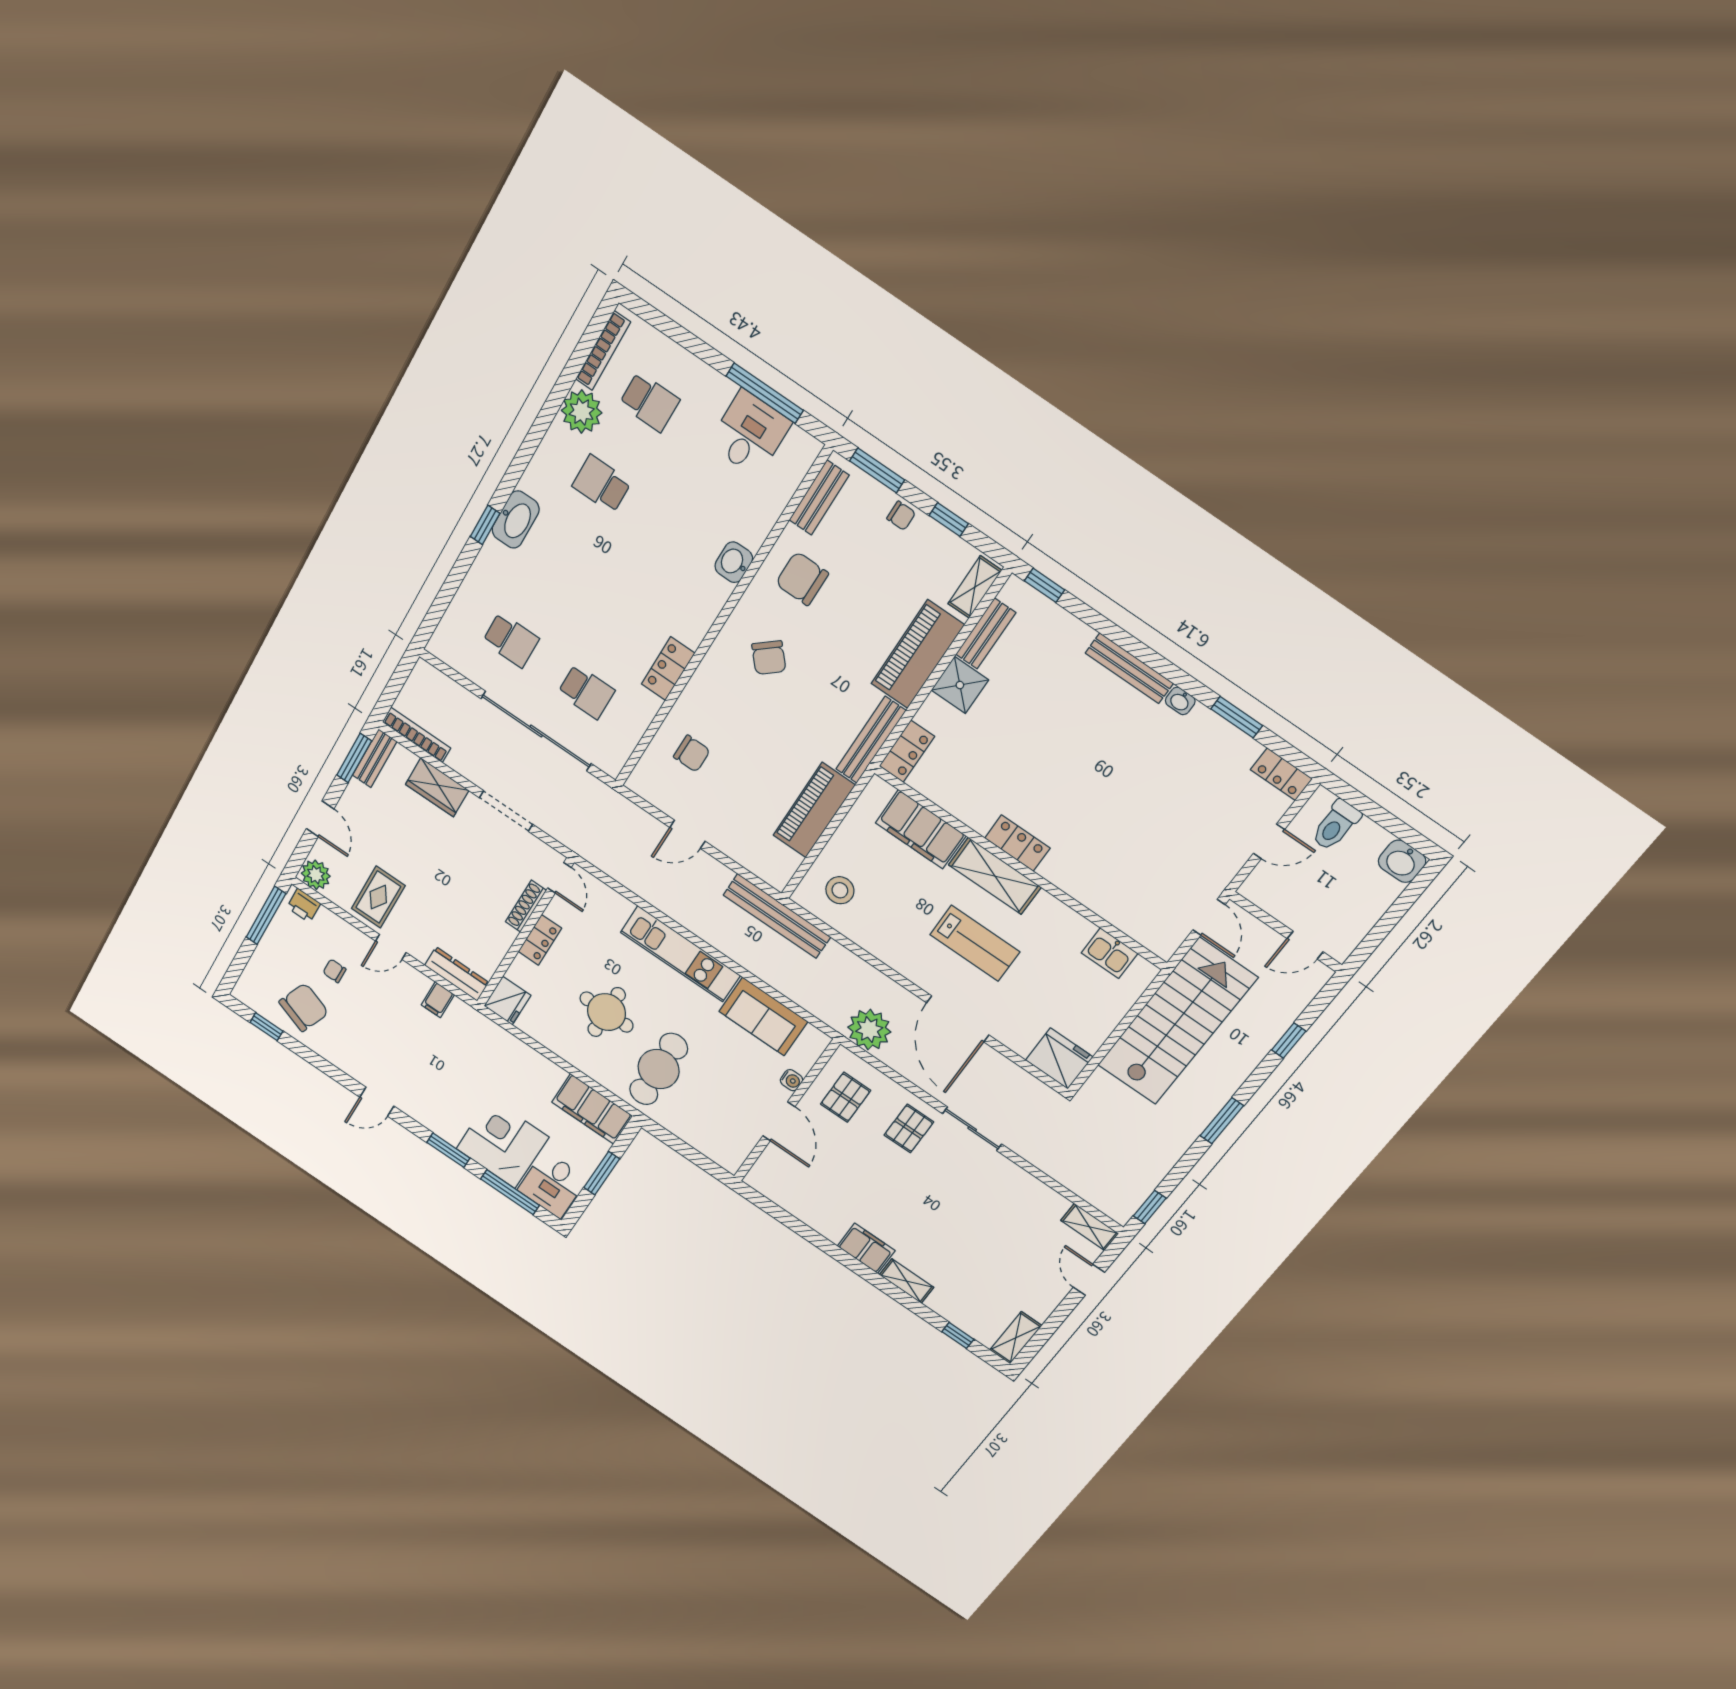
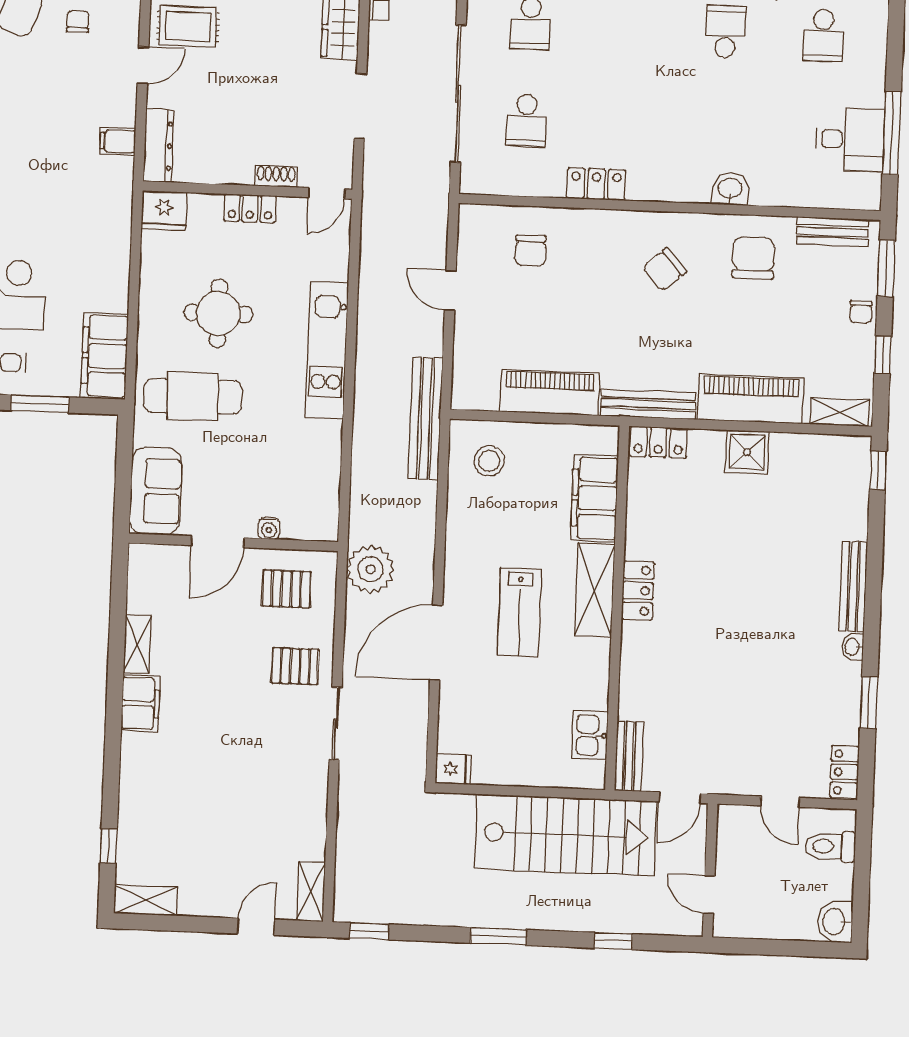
bench: (986, 634) -> (629, 756), moved, turned 90
shoe rack: (526, 906) -> (276, 176), width x0.70
door: (391, 947) -> (143, 65), swing flipped
sofa: (763, 1017) -> (156, 491), moved, turned 180
fridge: (1059, 1059) -> (453, 769), width x0.53, depth x0.75
shelving: (907, 1281) -> (137, 644), moved

